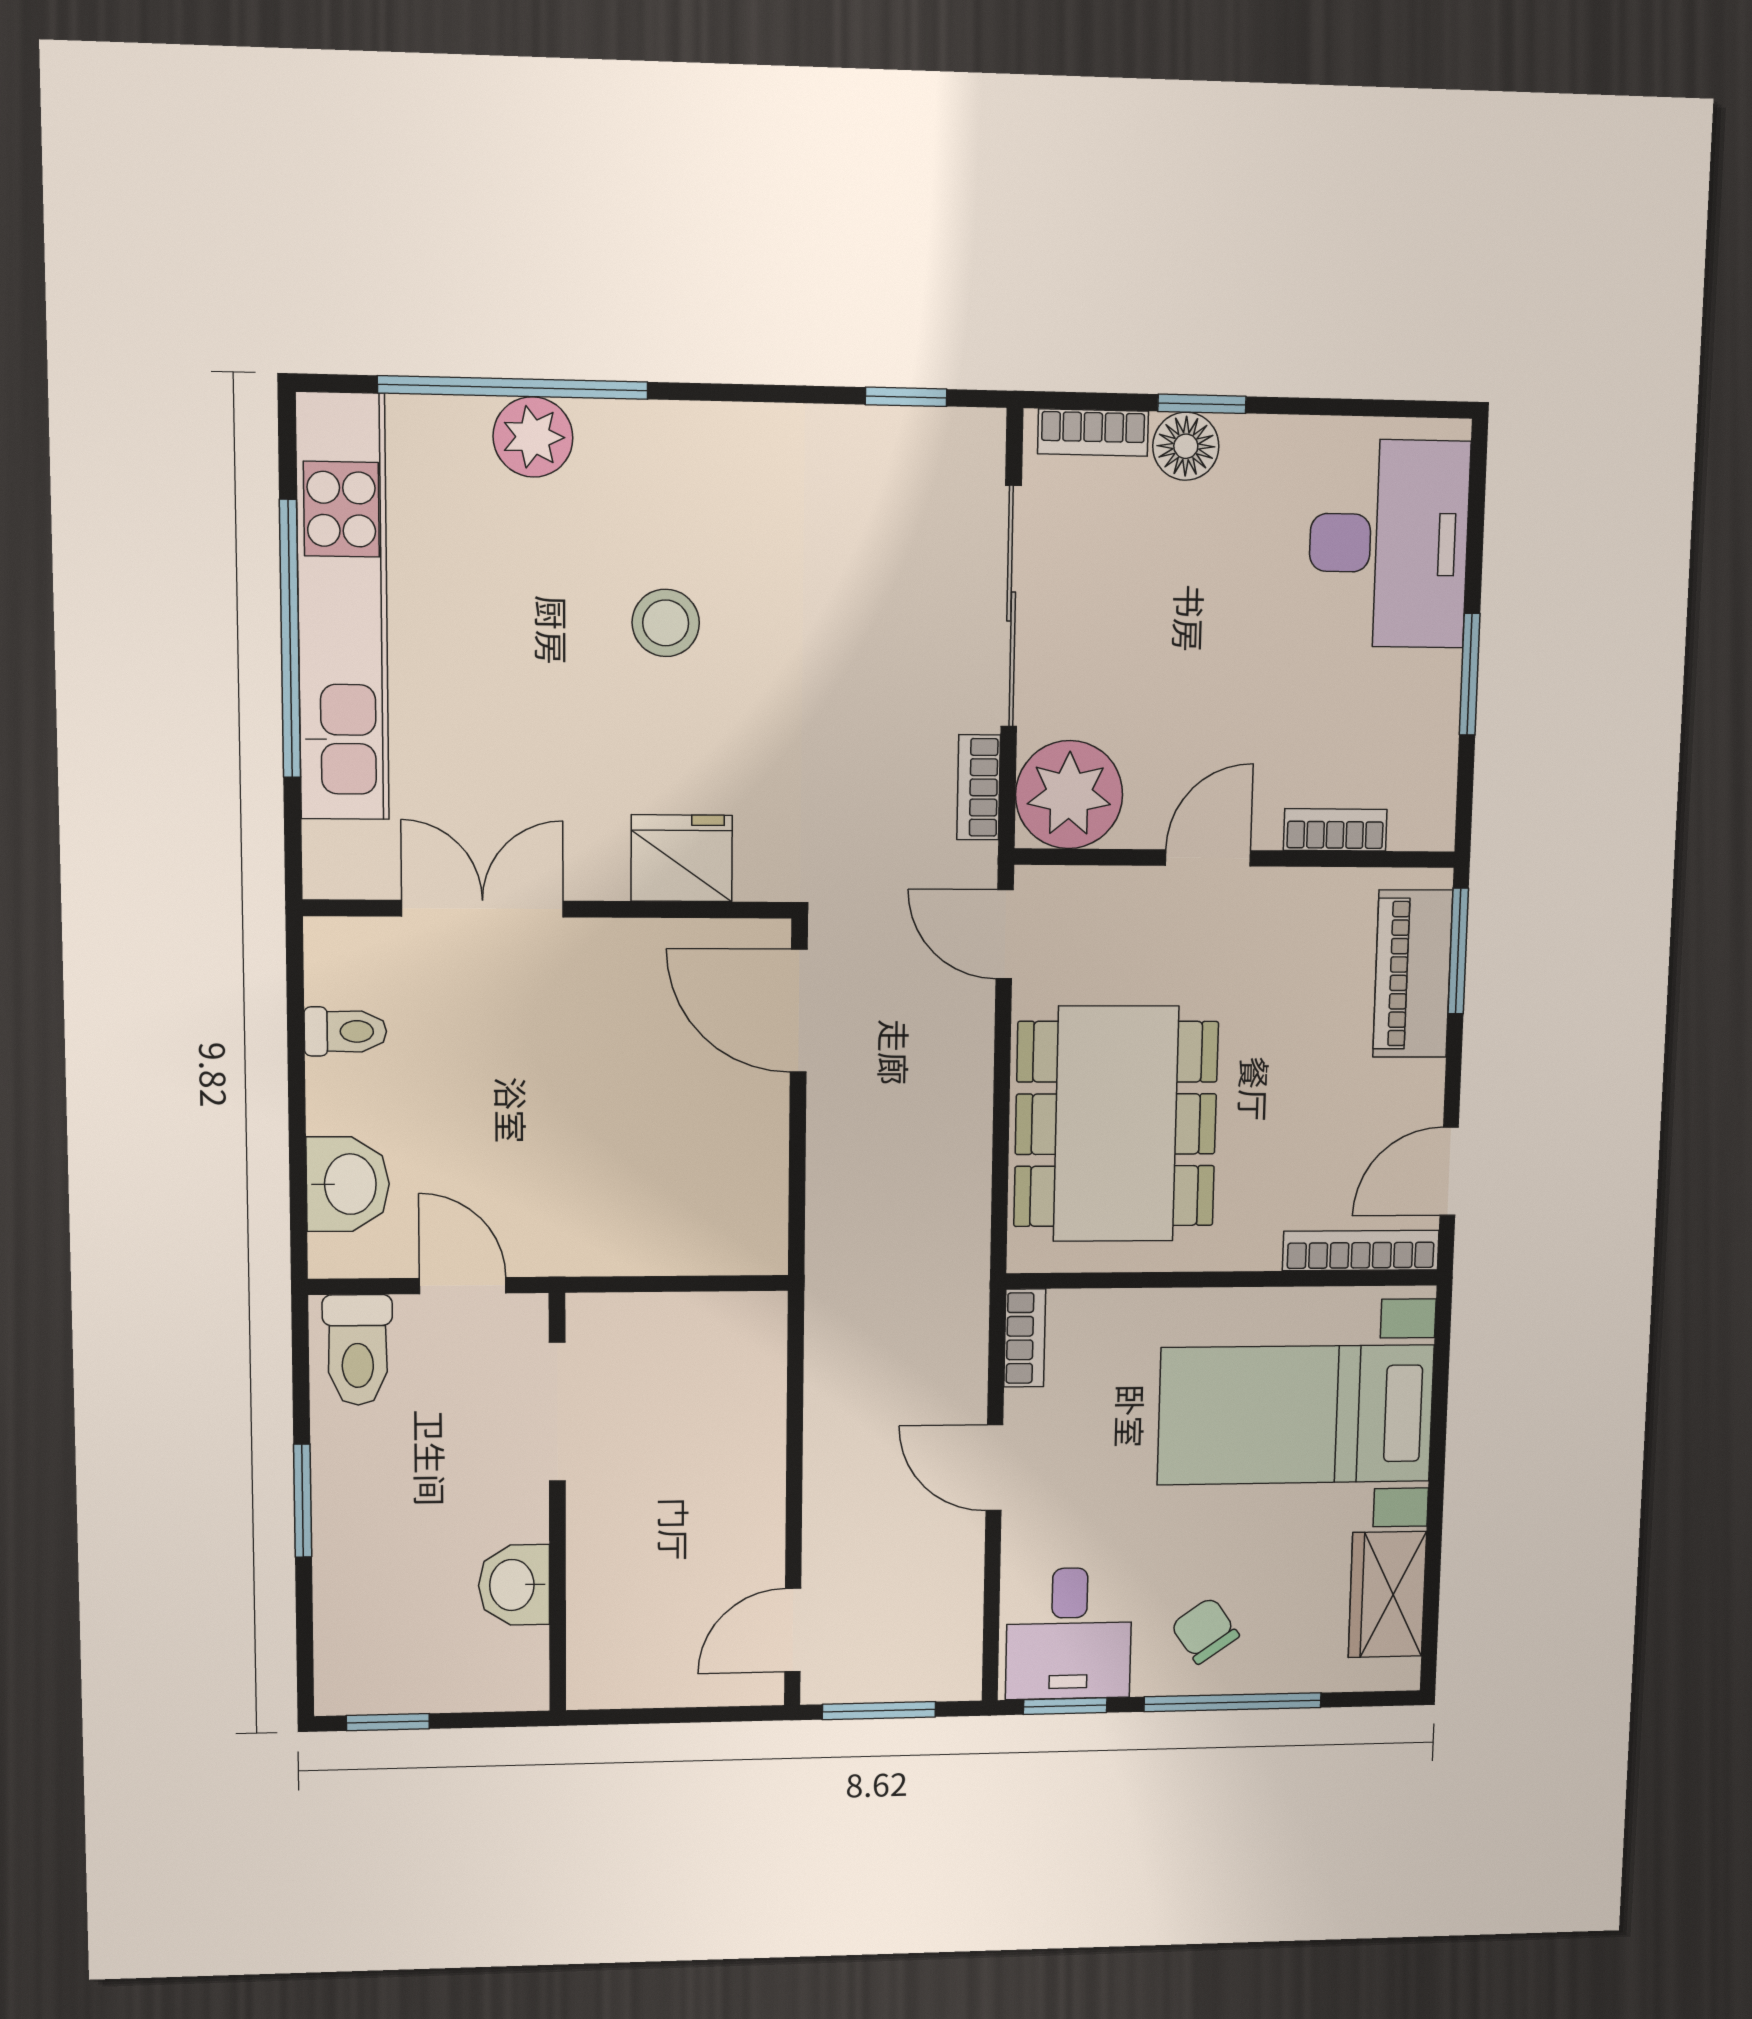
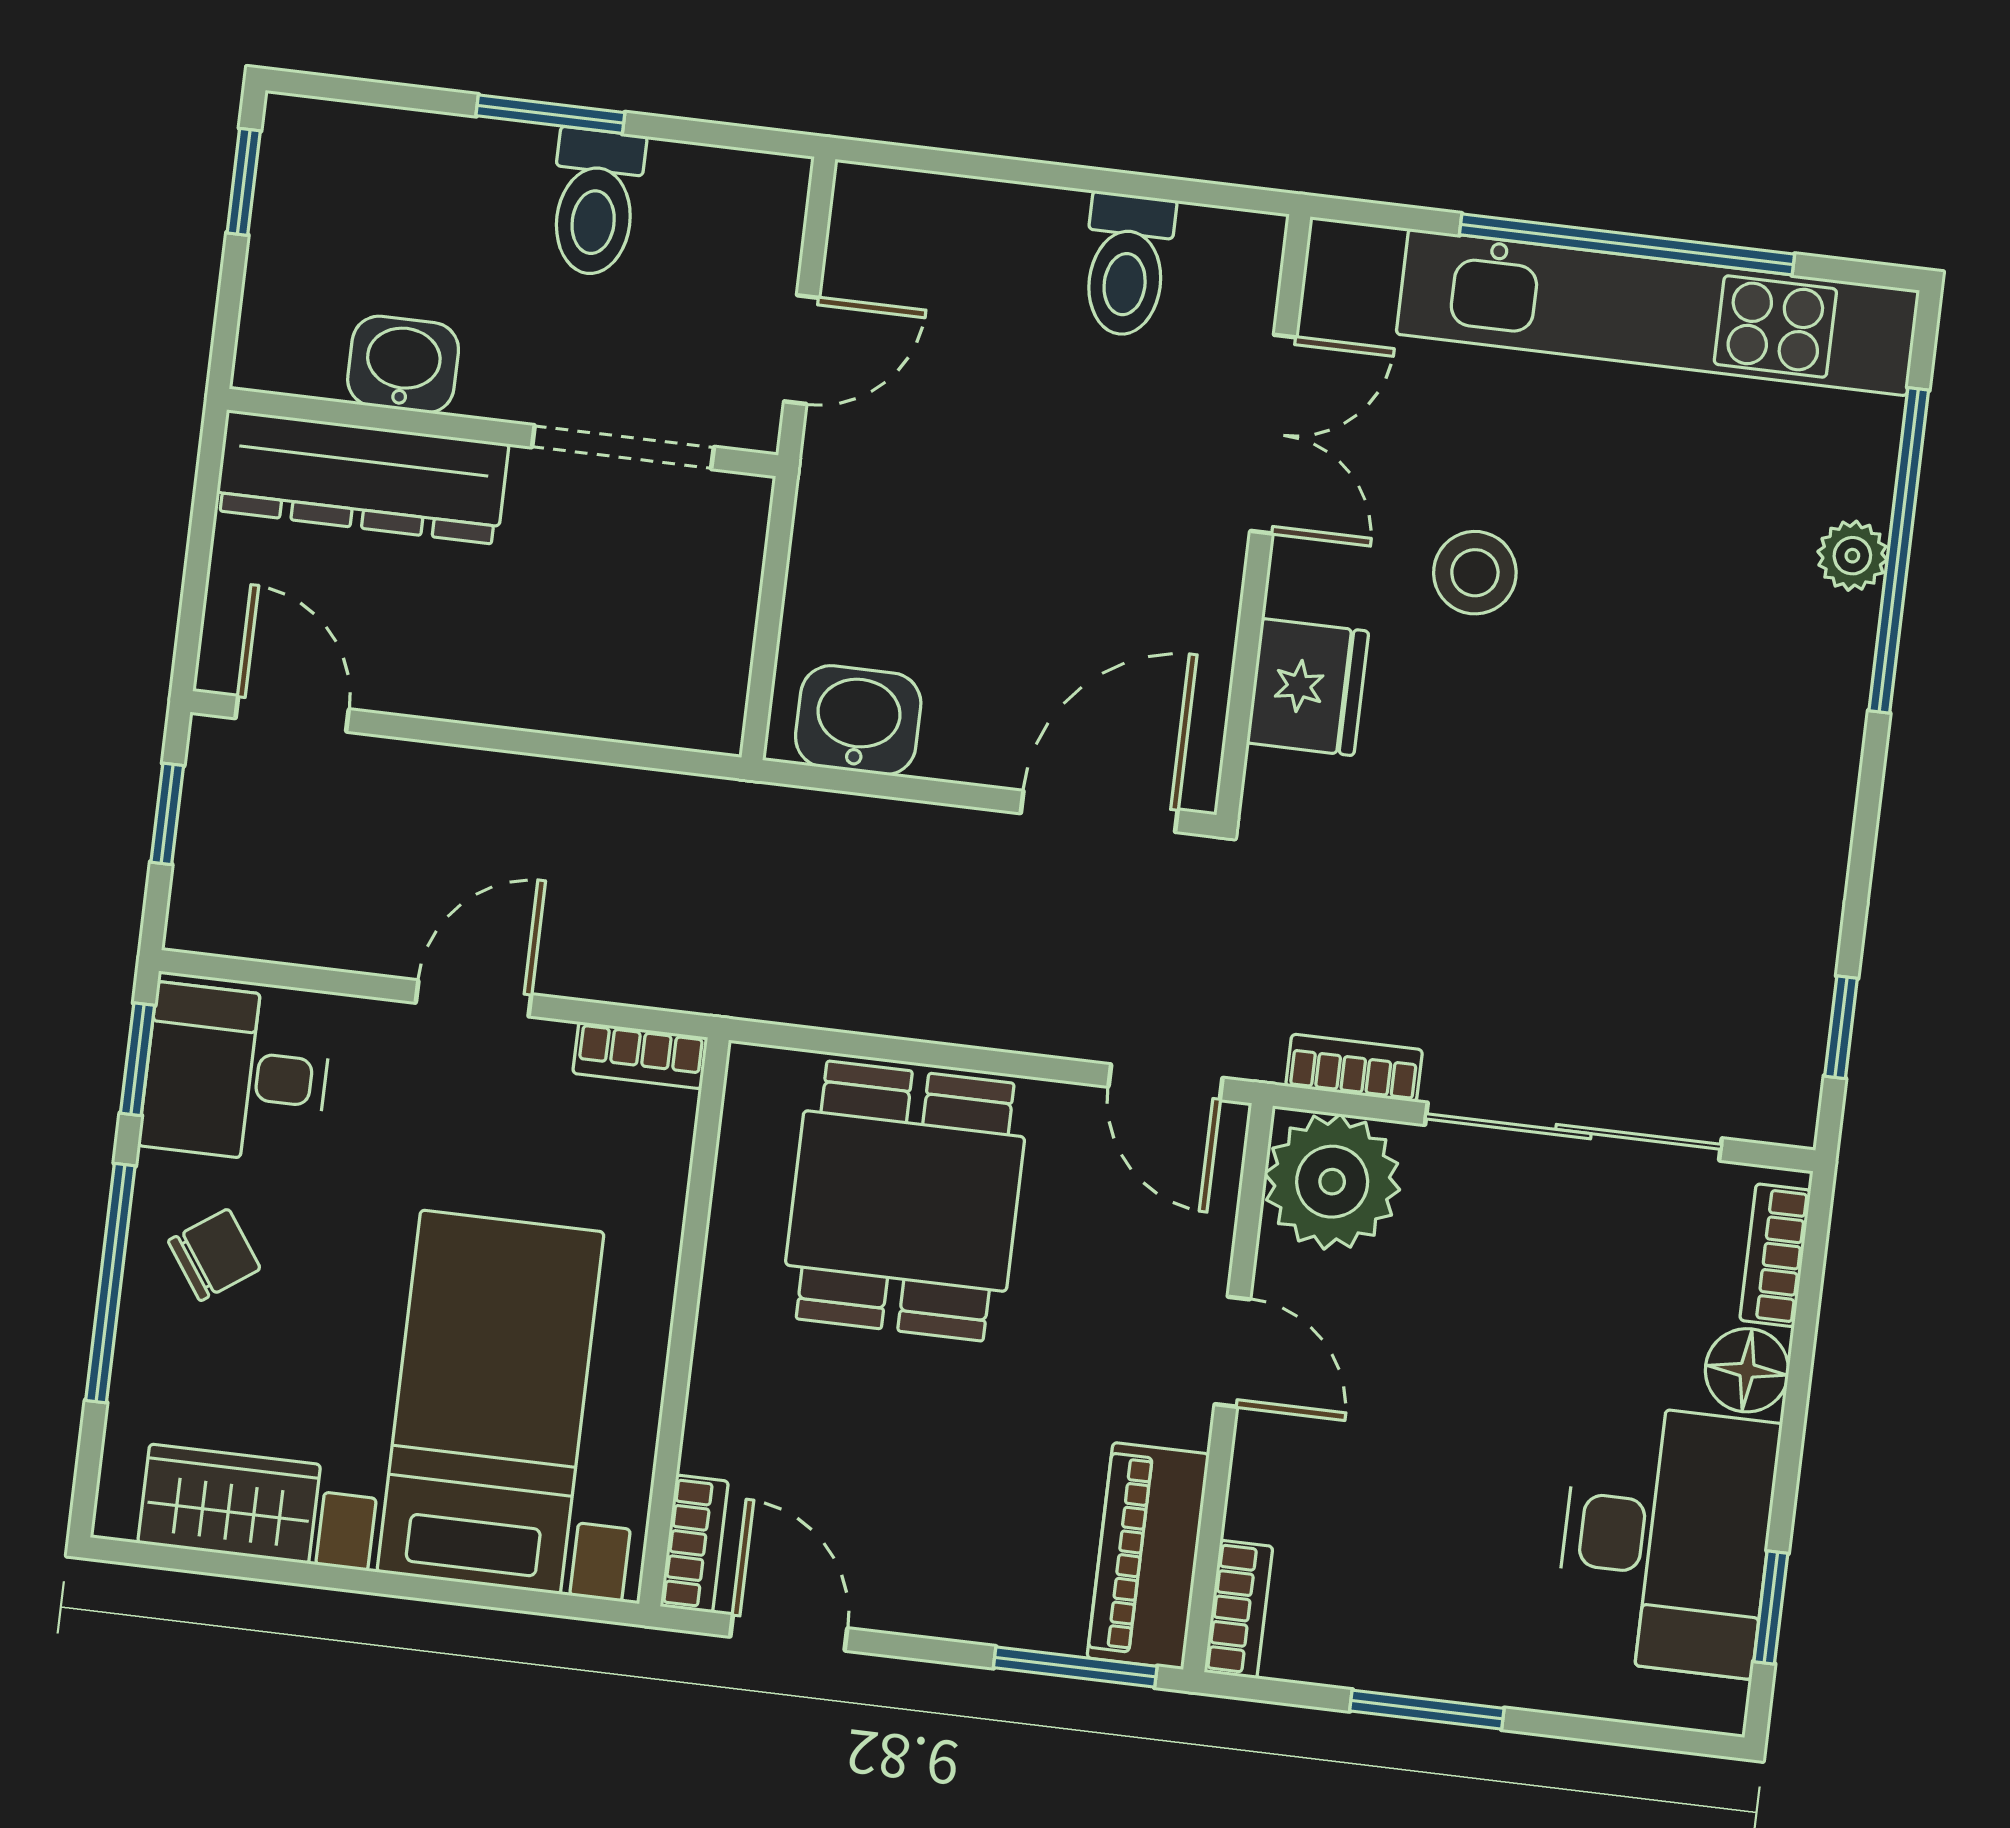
window: (1202, 404) -> (1771, 1607), moved
plant: (533, 437) -> (1852, 556), width x0.73, depth x0.73
desk: (1389, 544) -> (1666, 1539), moved, turned -90
stool: (666, 623) -> (1475, 573), moved
bookcase: (1335, 830) -> (1238, 1609), moved
door: (1005, 934) -> (1165, 1082), swing flipped
piano: (1413, 974) -> (1148, 1556), moved, turned -90
toilet: (345, 1031) -> (1127, 265), width x1.37, depth x1.39
dining table: (1116, 1124) -> (905, 1201), width x0.73
washbasin: (348, 1184) -> (858, 720), moved, turned 180
bookcase: (1361, 1250) -> (694, 1544), width x0.64
toilet: (358, 1350) -> (596, 202), moved, turned -90
dresser: (605, 1604) -> (362, 477), added
window: (879, 1711) -> (167, 814), width x0.67

